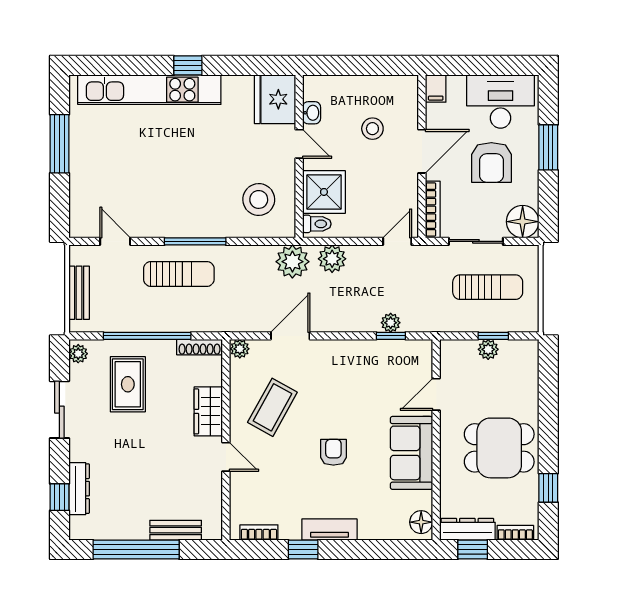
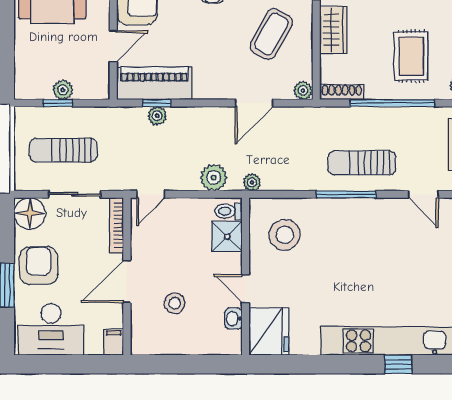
window: (188, 65) -> (398, 364), moved
armchair: (491, 162) -> (39, 266), moved
shower: (324, 192) -> (227, 237), width x0.73, depth x0.73
plant: (292, 262) -> (252, 182), width x0.53, depth x0.53
piano: (394, 356) -> (154, 83), added

